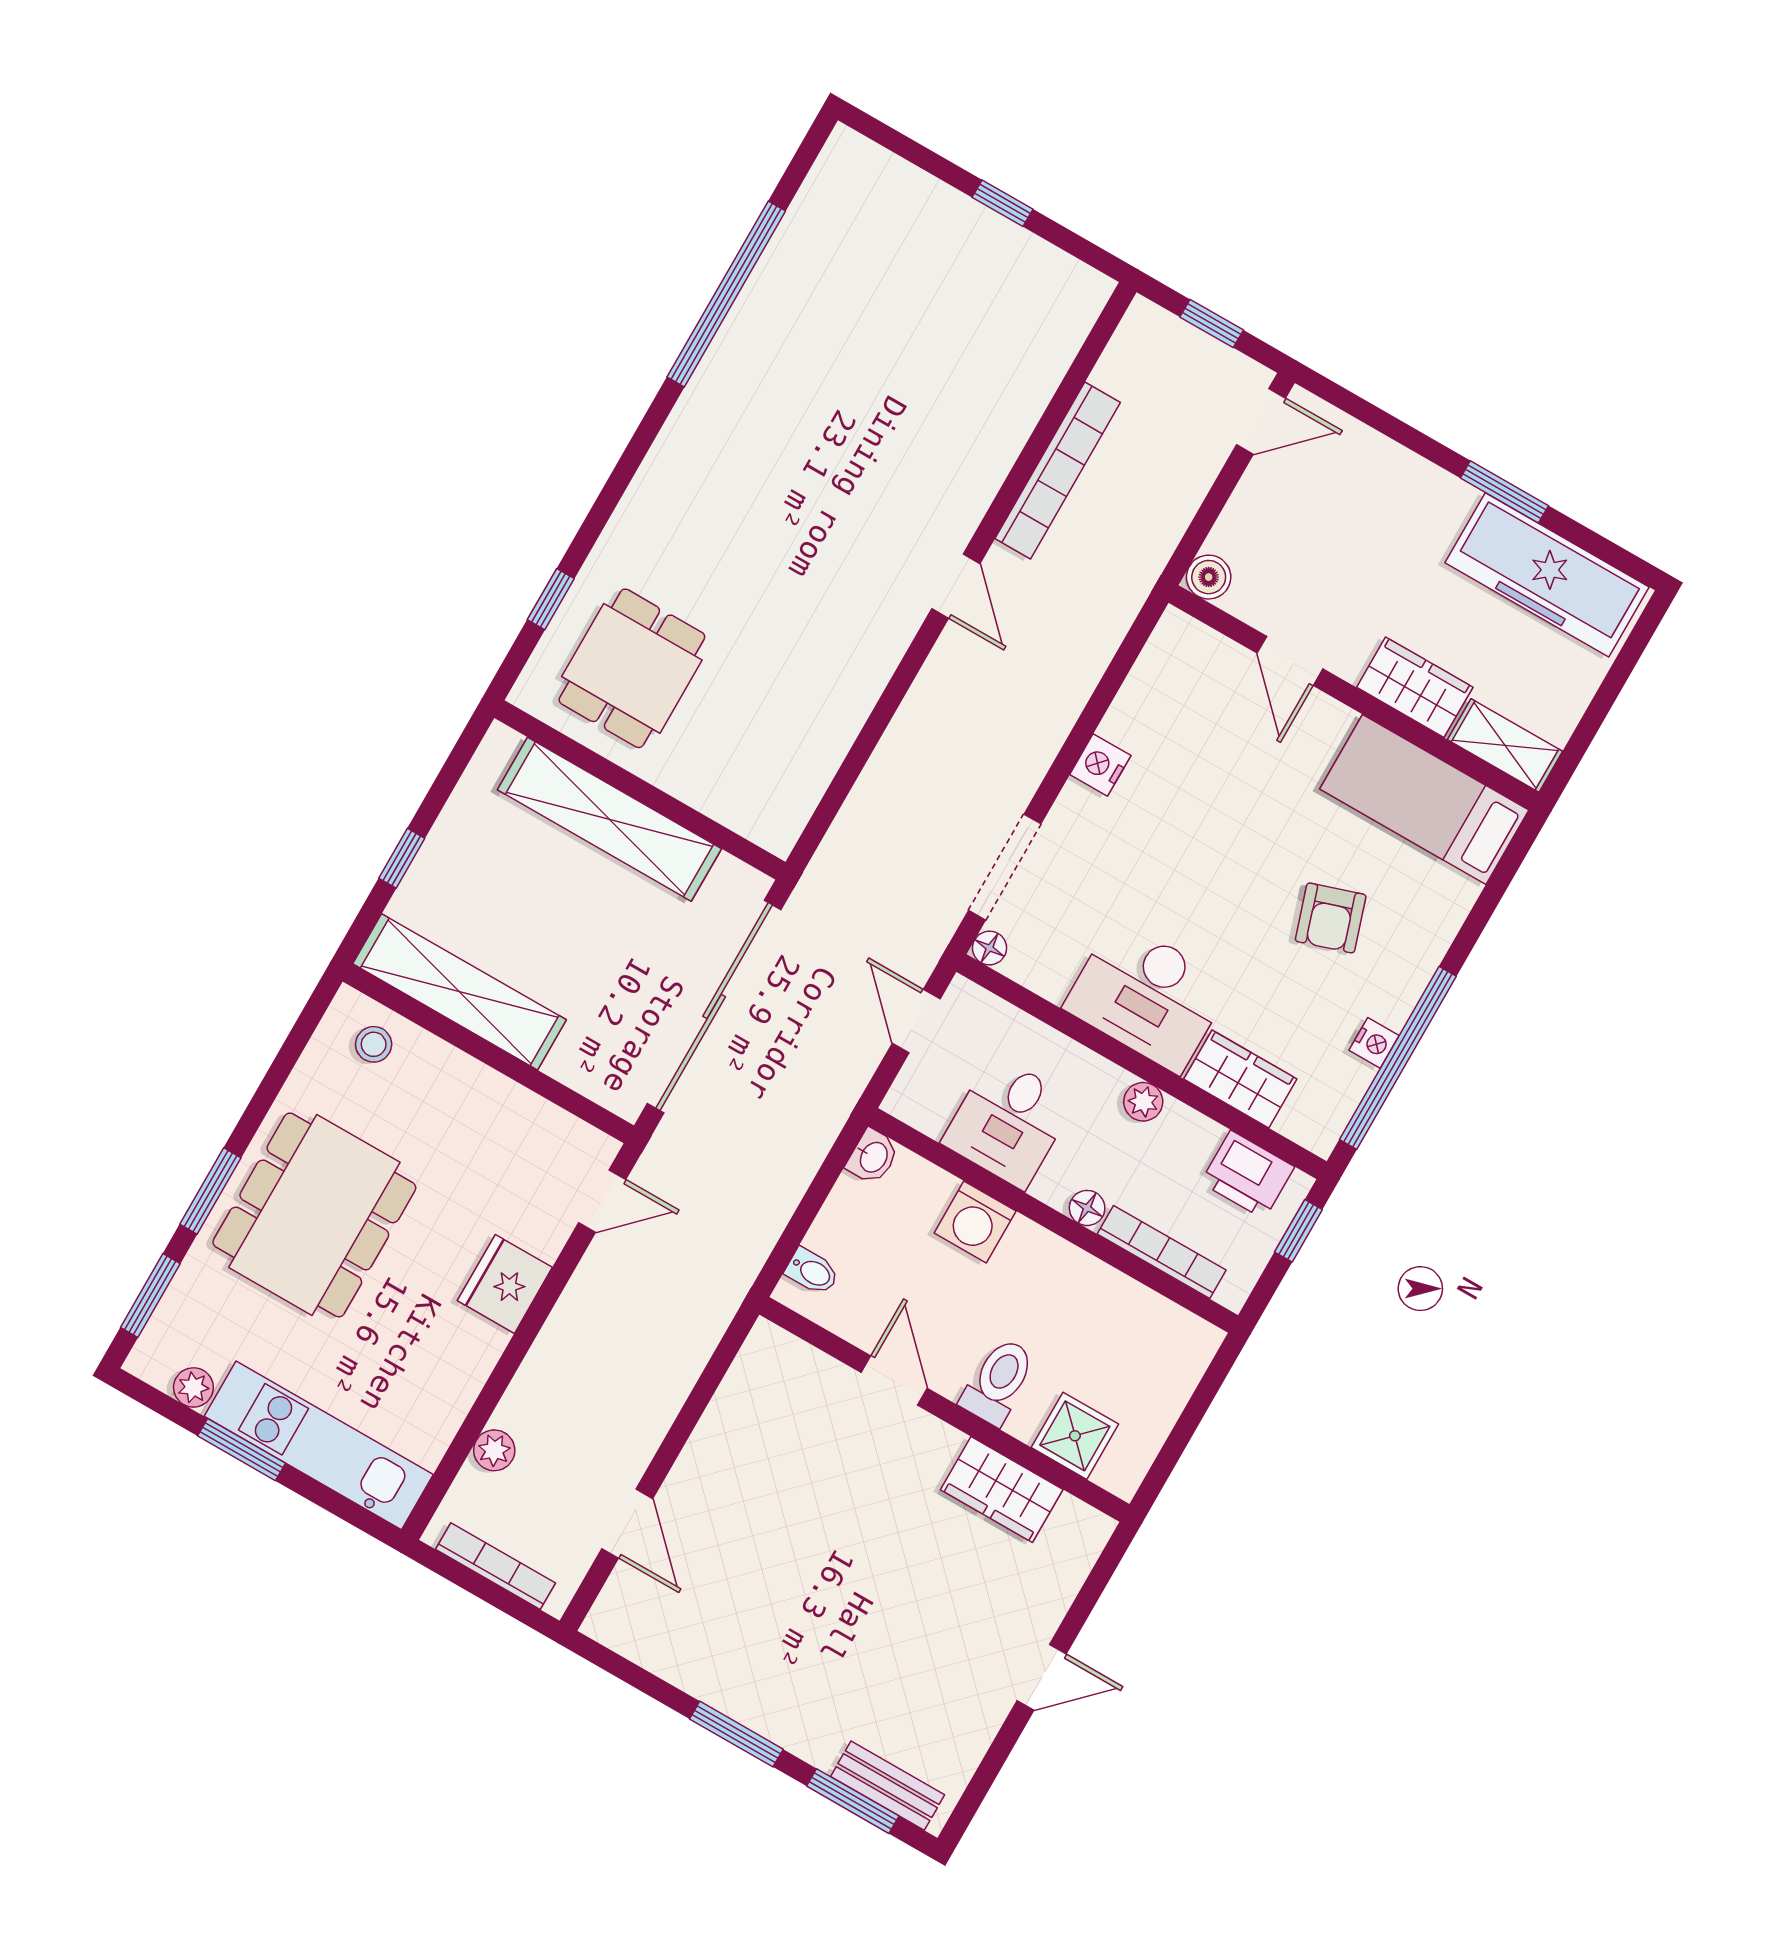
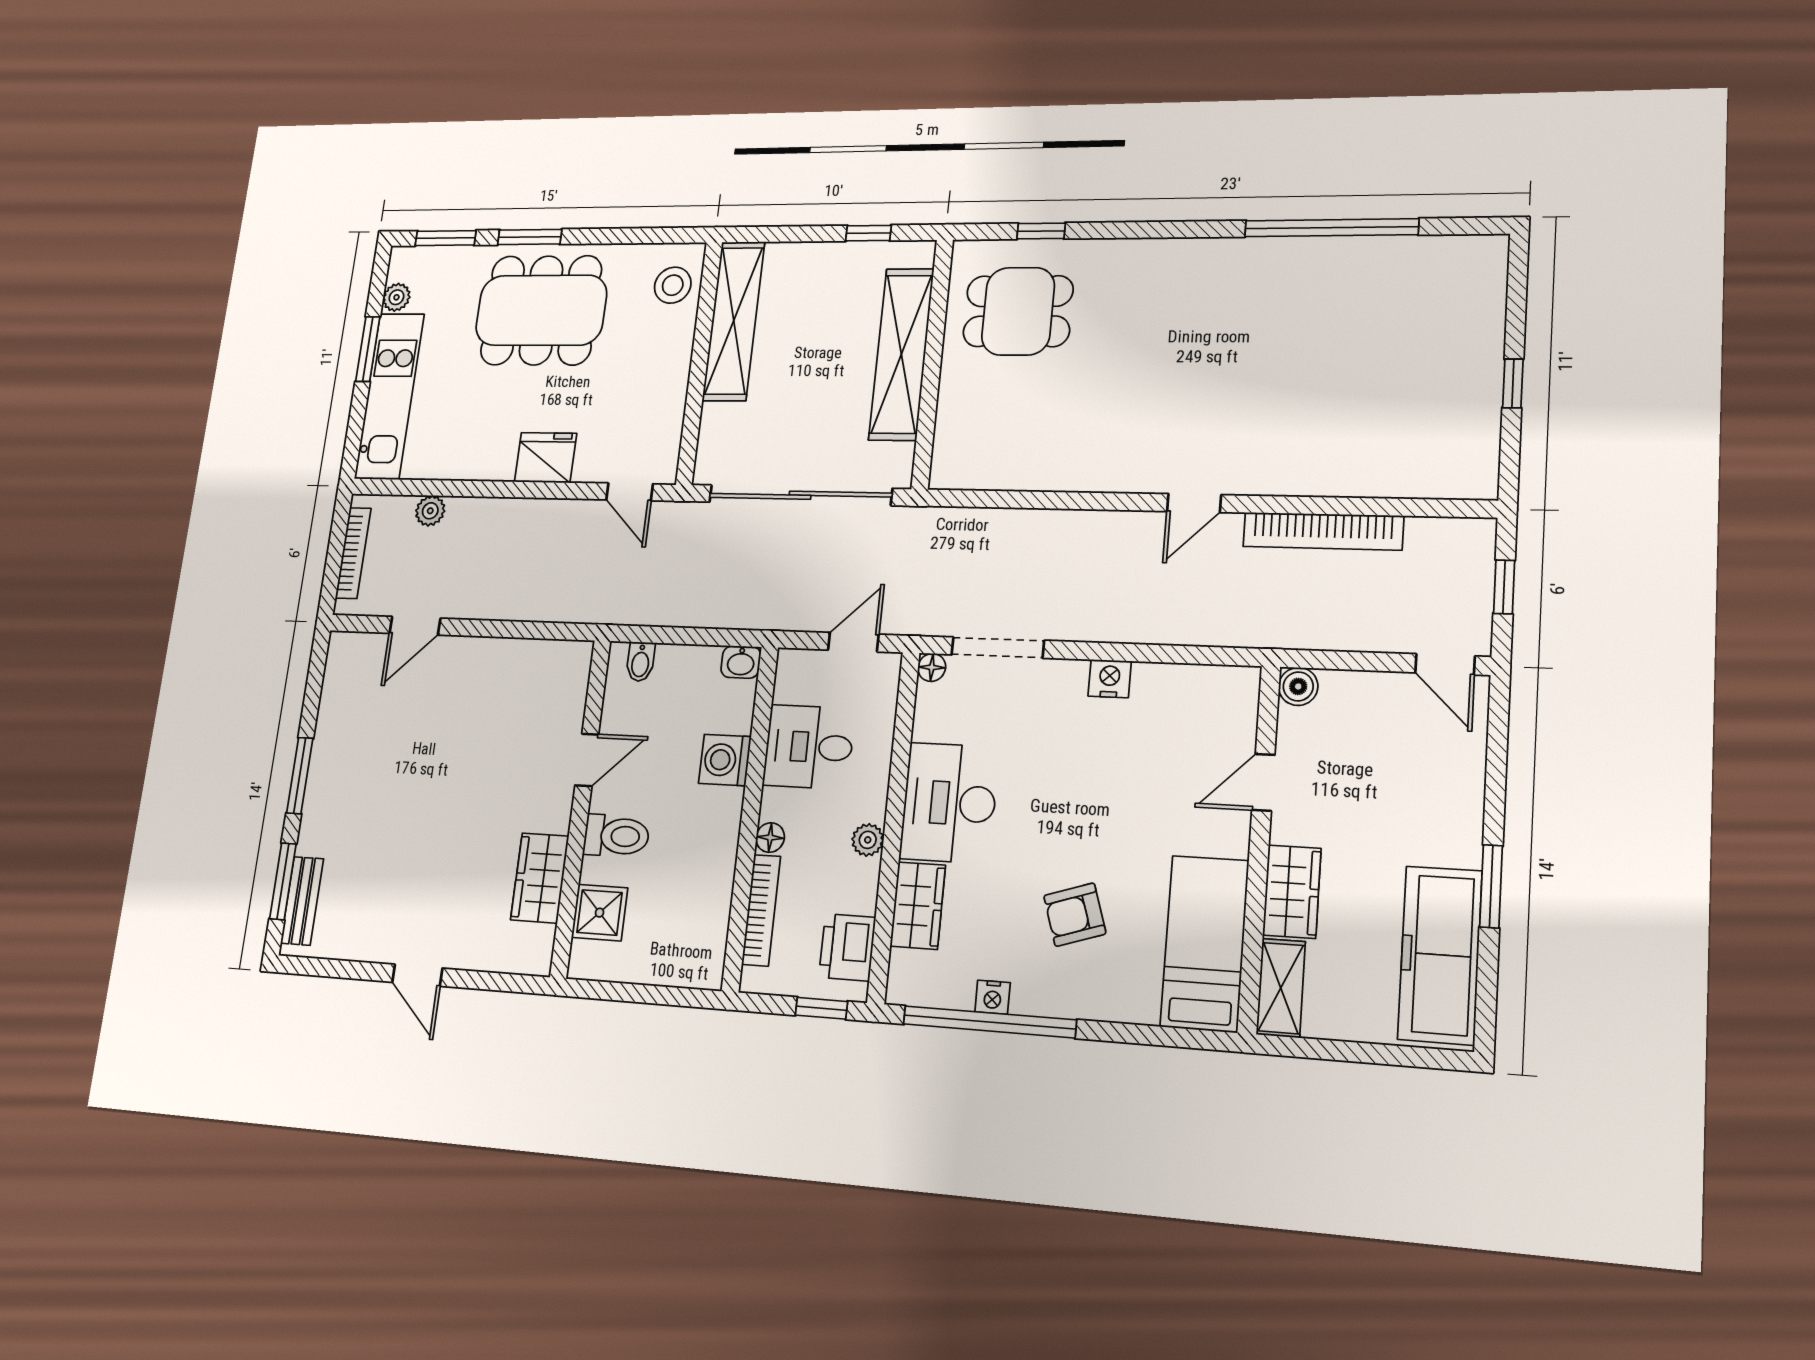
window: (402, 858) -> (868, 233), moved
stool: (374, 1044) -> (673, 285), width x1.37, depth x1.37

